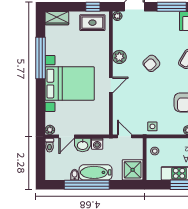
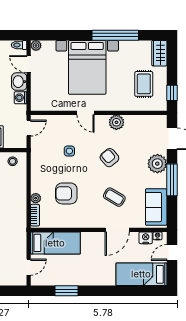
plant: (117, 16) -> (157, 164), moved, width x1.88, depth x1.88
rug: (92, 23) -> (144, 84), moved
side table: (152, 126) -> (69, 151), moved

